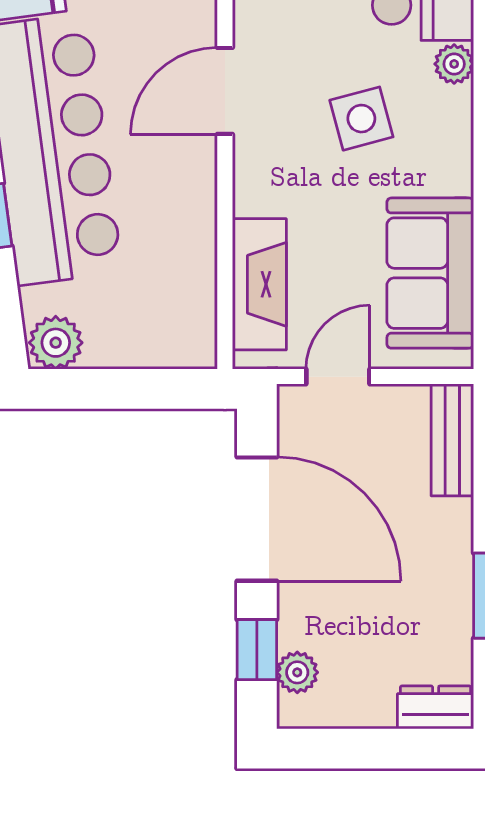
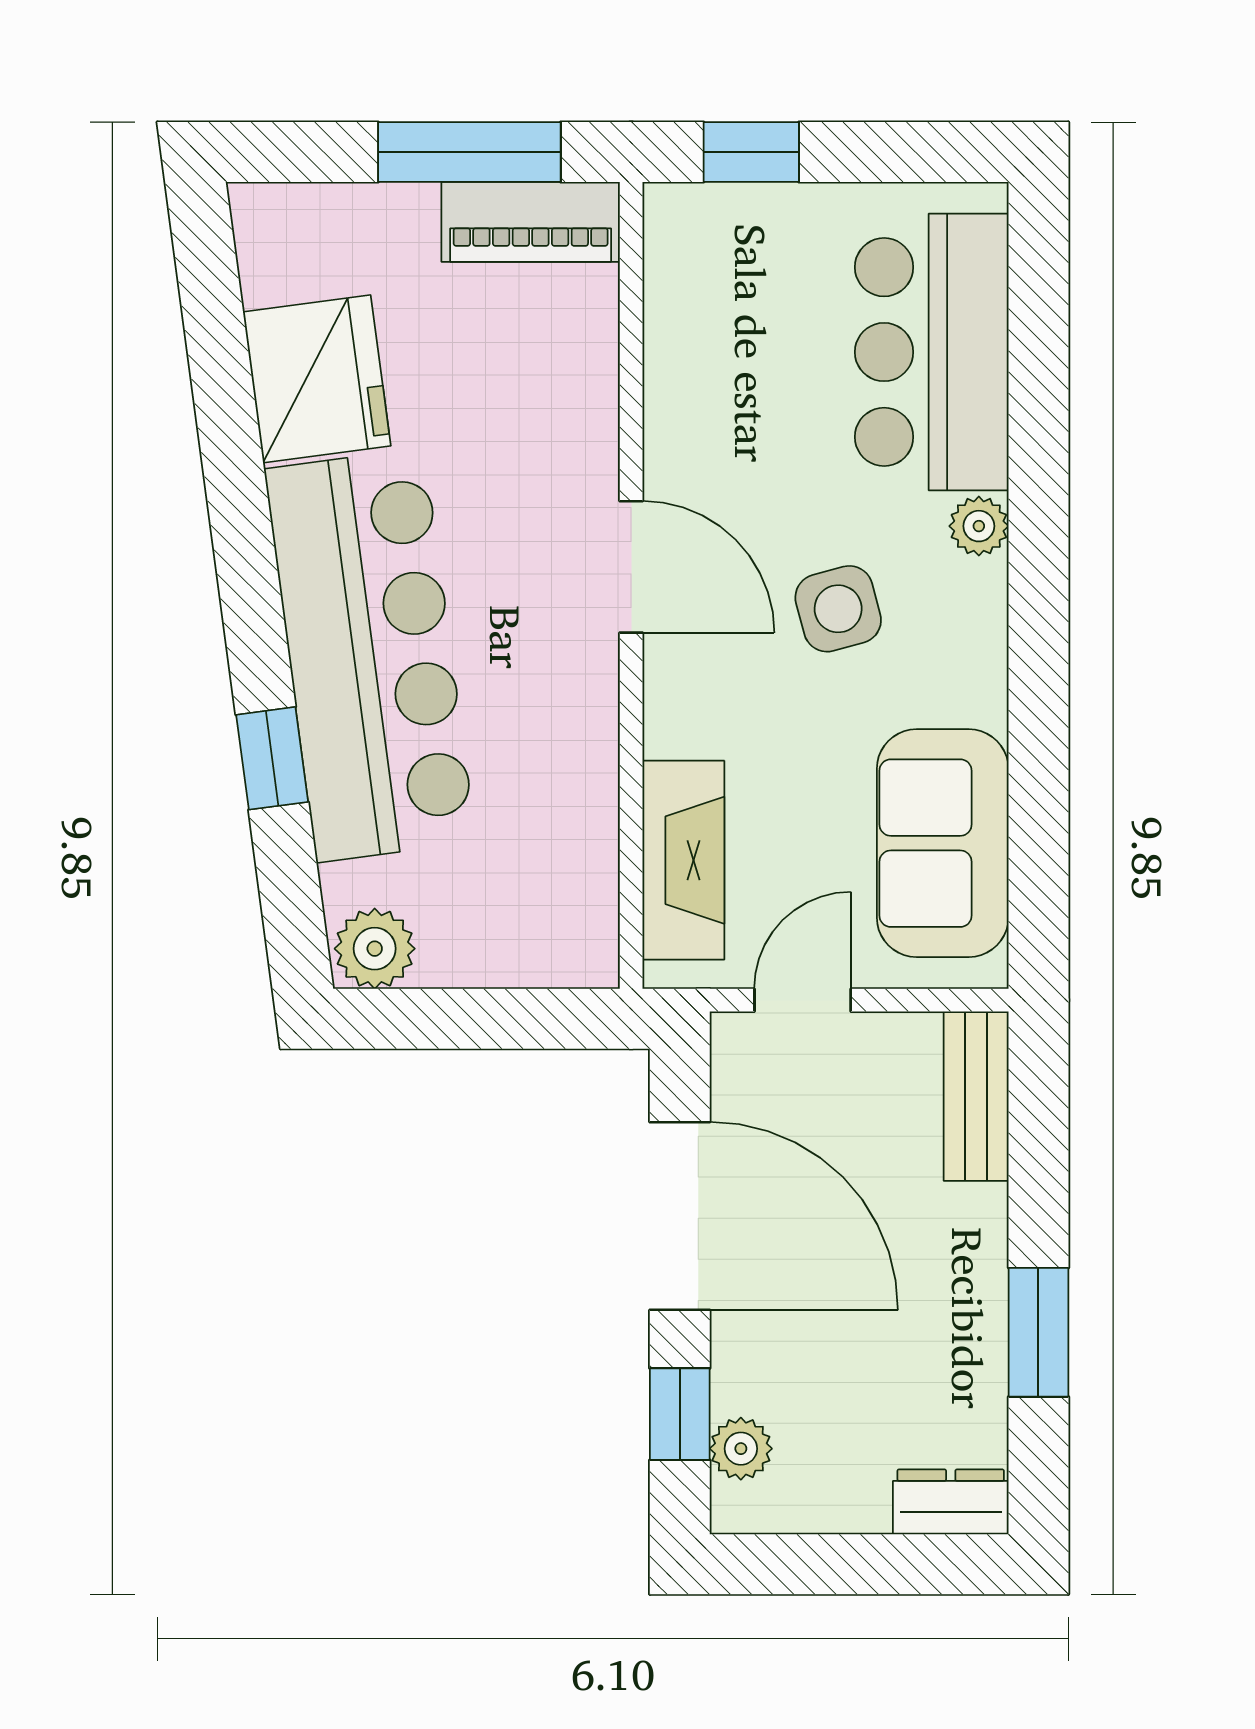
door: (225, 91) -> (631, 567), swing flipped

